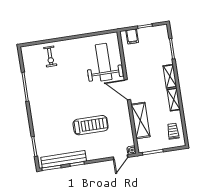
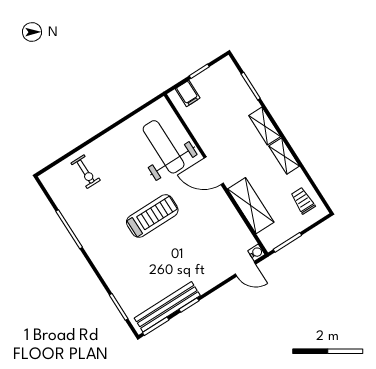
treadmill: (91, 125) -> (152, 216), moved
door: (120, 157) -> (245, 269), hinge flipped

